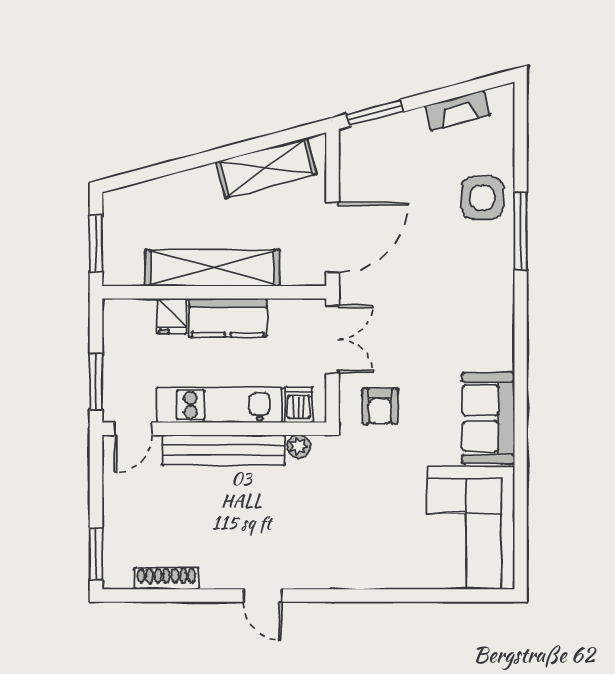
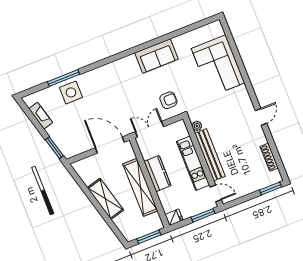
shelving: (266, 168) -> (105, 199), moved
window: (521, 231) -> (63, 78), moved
fridge: (172, 316) -> (174, 217), moved
dishwasher: (299, 405) -> (181, 132), removed
corner sofa: (471, 528) -> (218, 66), moved, turned 90

